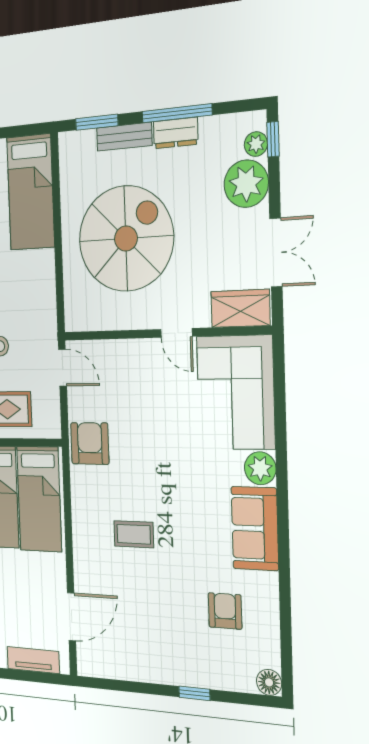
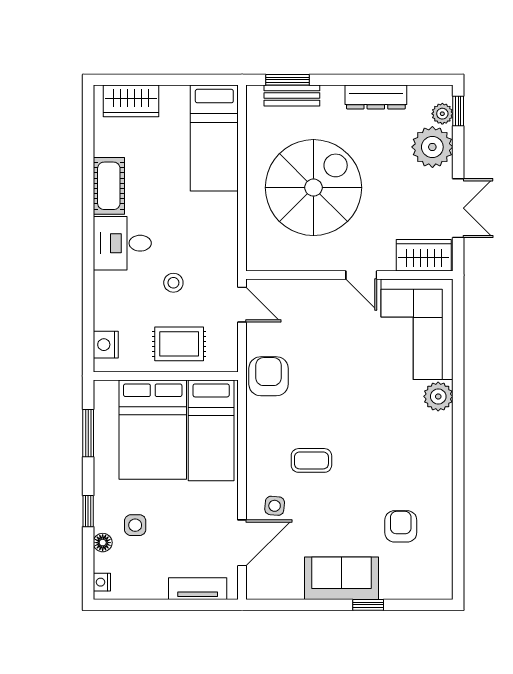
window: (177, 113) -> (368, 80), removed
dresser: (176, 133) -> (376, 97), width x1.44
bench: (124, 137) -> (292, 96), moved
sofa: (255, 528) -> (342, 578), moved, turned 90
side table: (100, 580) -> (275, 506), added
floor lamp: (269, 682) -> (441, 588), removed

